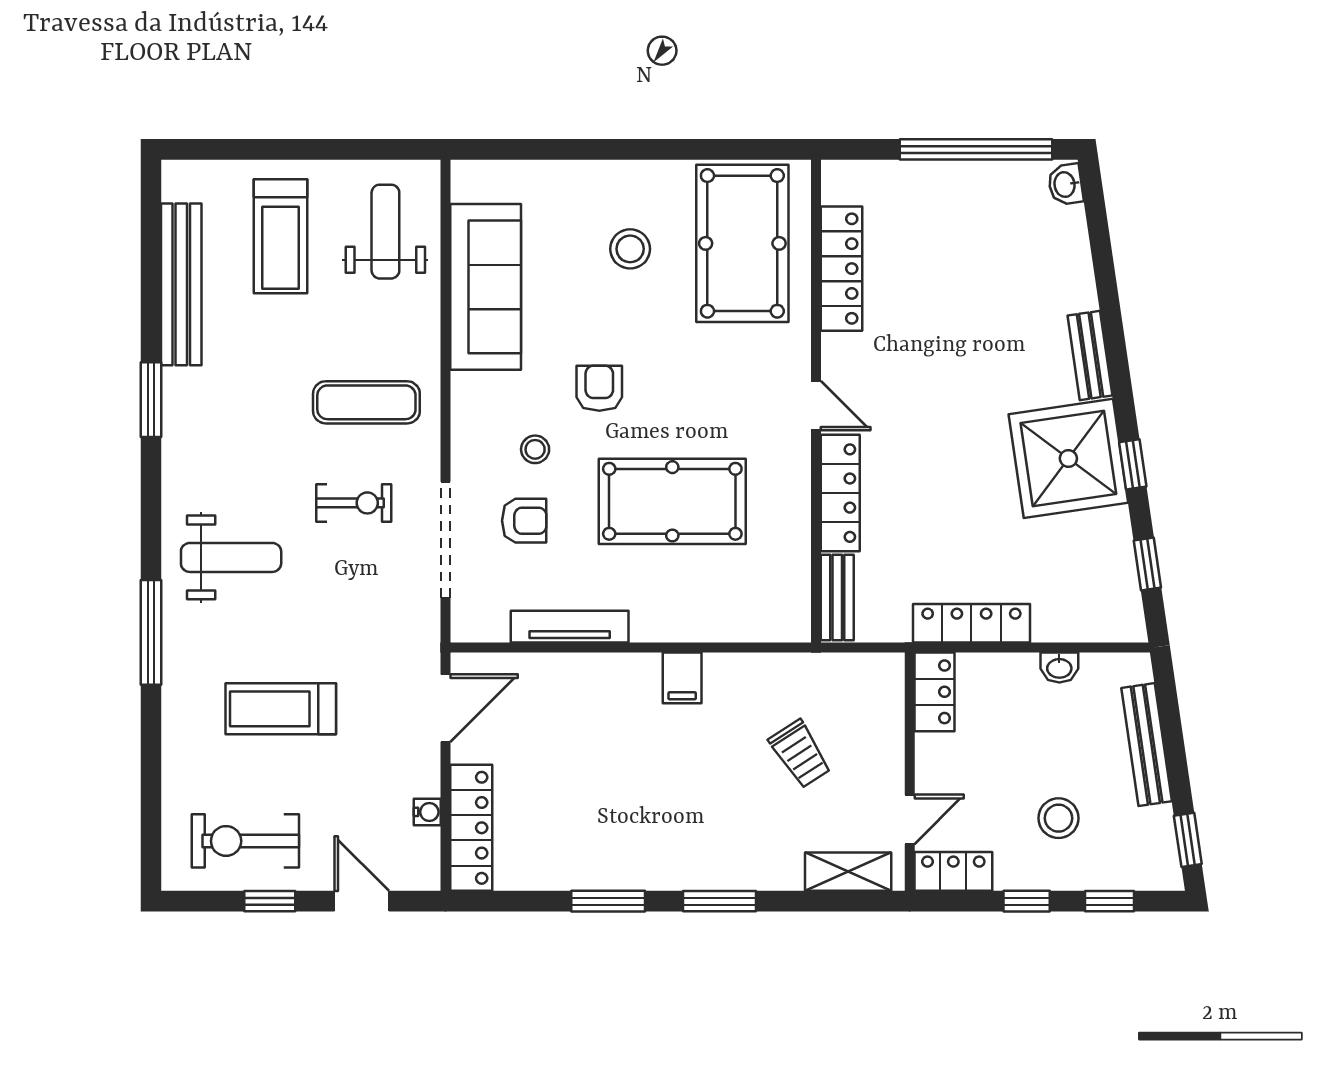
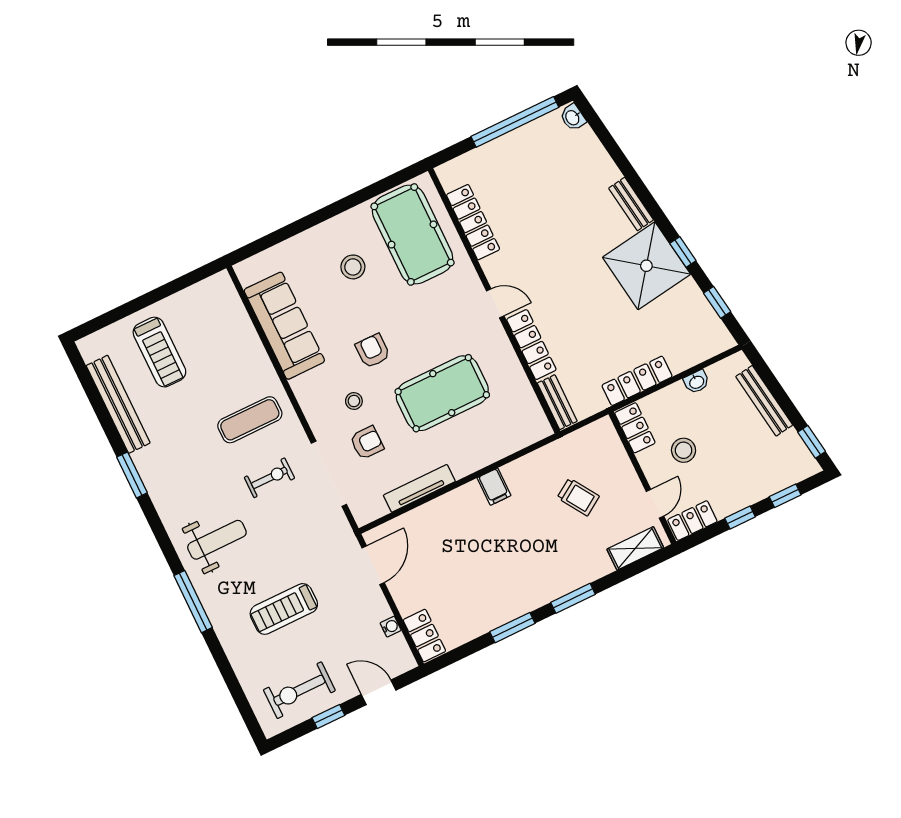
weight bench: (385, 232) -> (215, 322), removed
stool: (1058, 818) -> (684, 450), moved
locker: (471, 828) -> (424, 636), width x0.66

